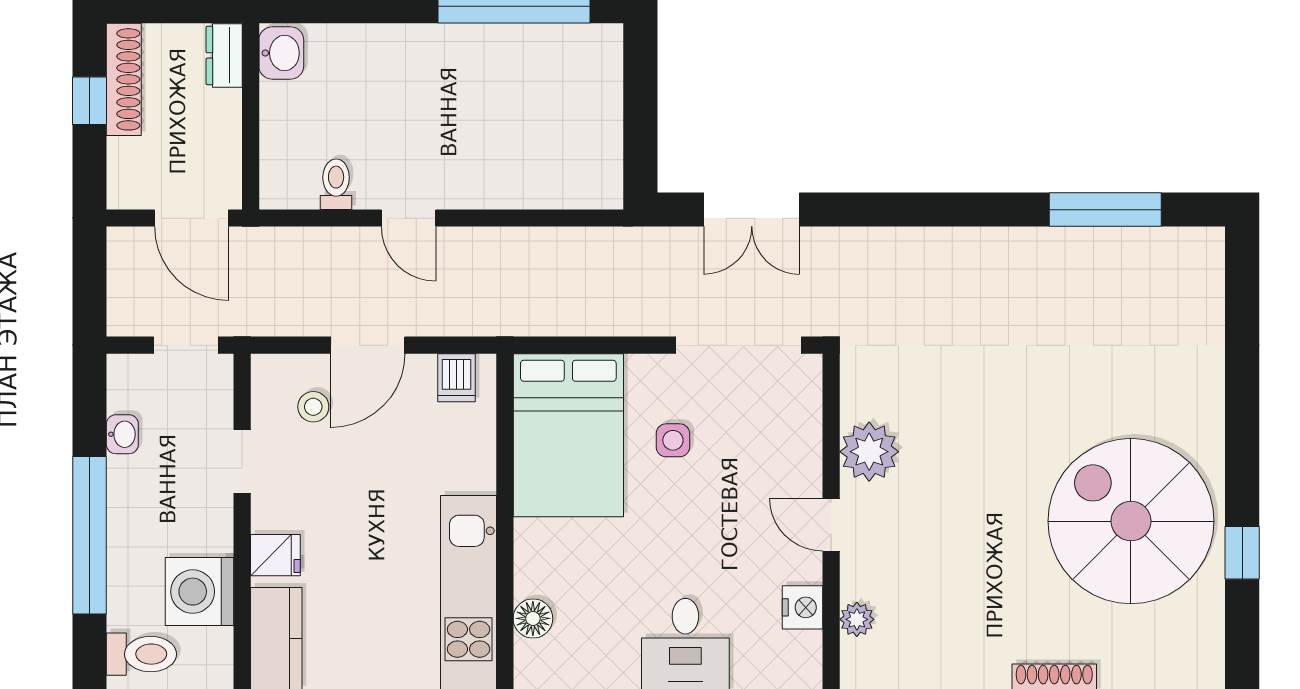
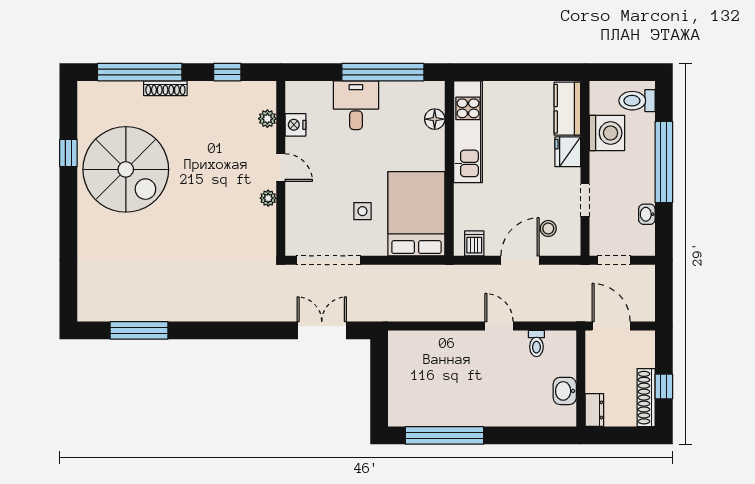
washbasin: (281, 53) -> (565, 391), moved
plant: (869, 452) -> (268, 198), width x0.53, depth x0.53
fridge: (275, 555) -> (568, 152), width x1.38

